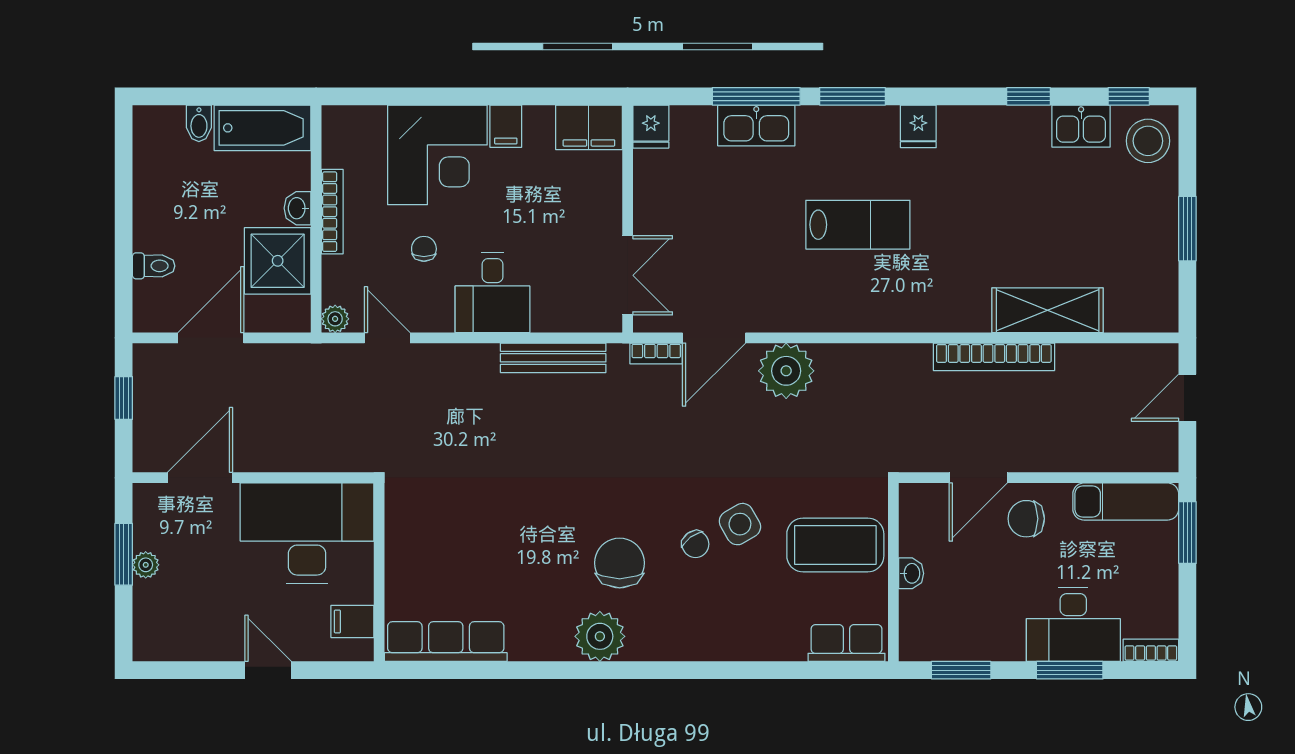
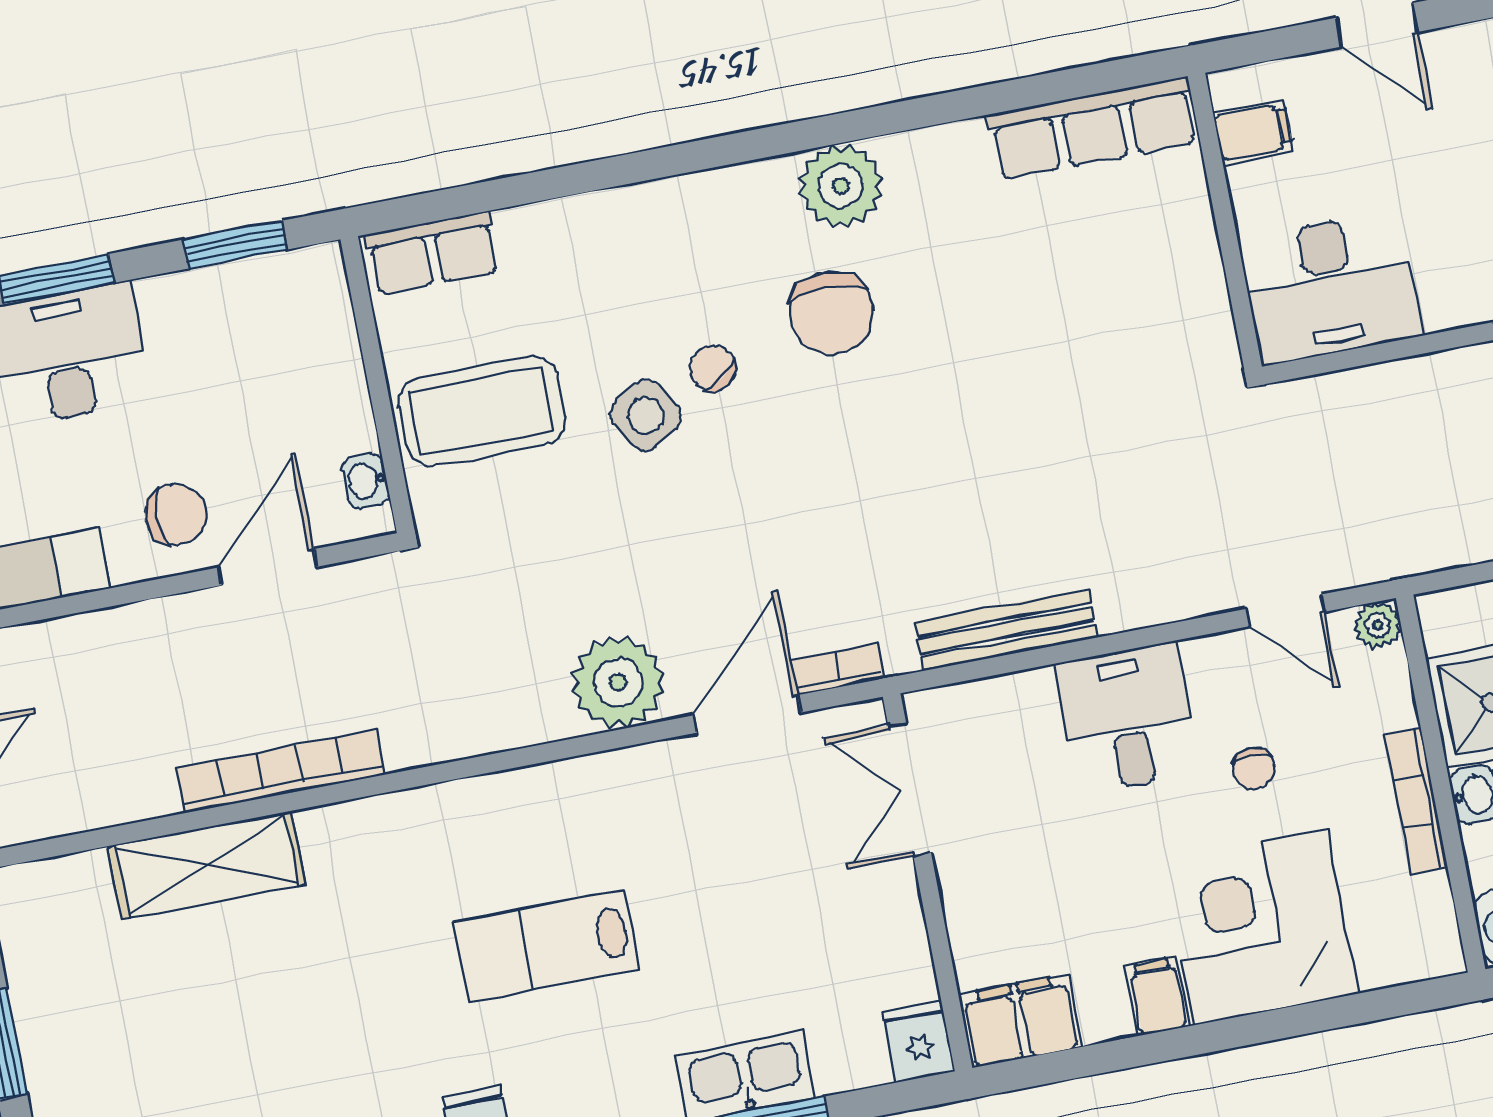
desk: (307, 533) -> (1330, 288), width x0.73, depth x0.77
washbasin: (911, 573) -> (366, 481), moved

